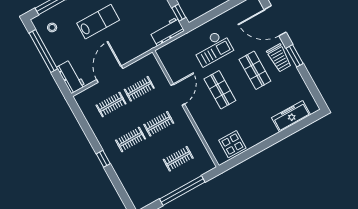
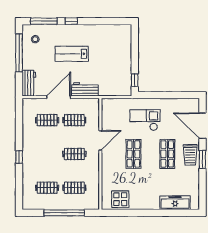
lab bench: (98, 22) -> (72, 54), turned 180
workbench: (167, 31) -> (85, 89), moved
checkout: (212, 48) -> (145, 120), turned 180
clothes rail: (131, 139) -> (47, 188), moved

